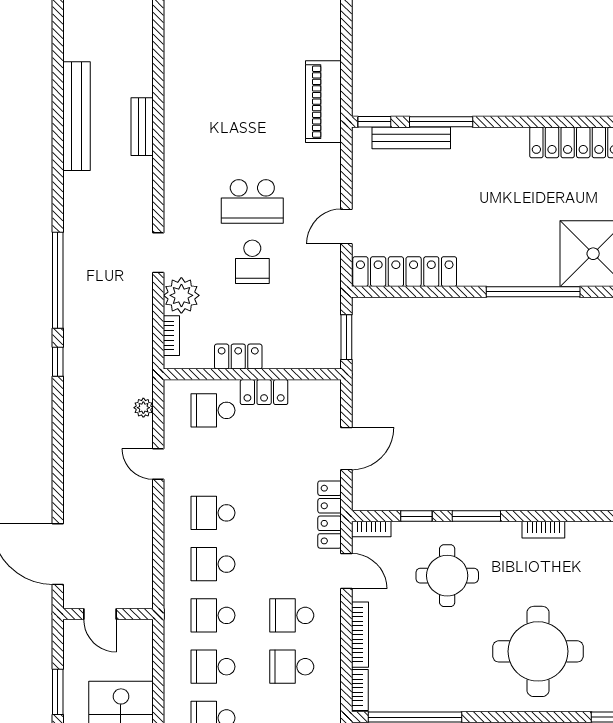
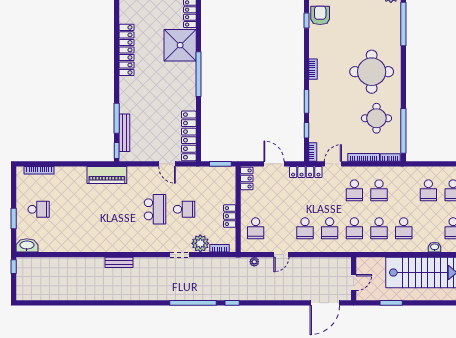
bench: (76, 116) -> (114, 294), removed
locker: (264, 392) -> (247, 178), moved
round table: (447, 576) -> (376, 118), moved

